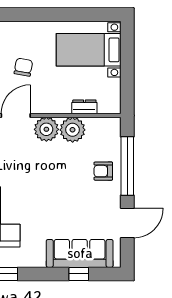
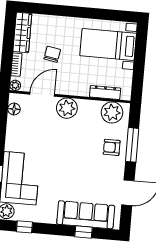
dresser: (84, 107) -> (105, 92), width x1.44
plant: (73, 130) -> (112, 112), moved
window: (127, 166) -> (132, 145), width x0.68

